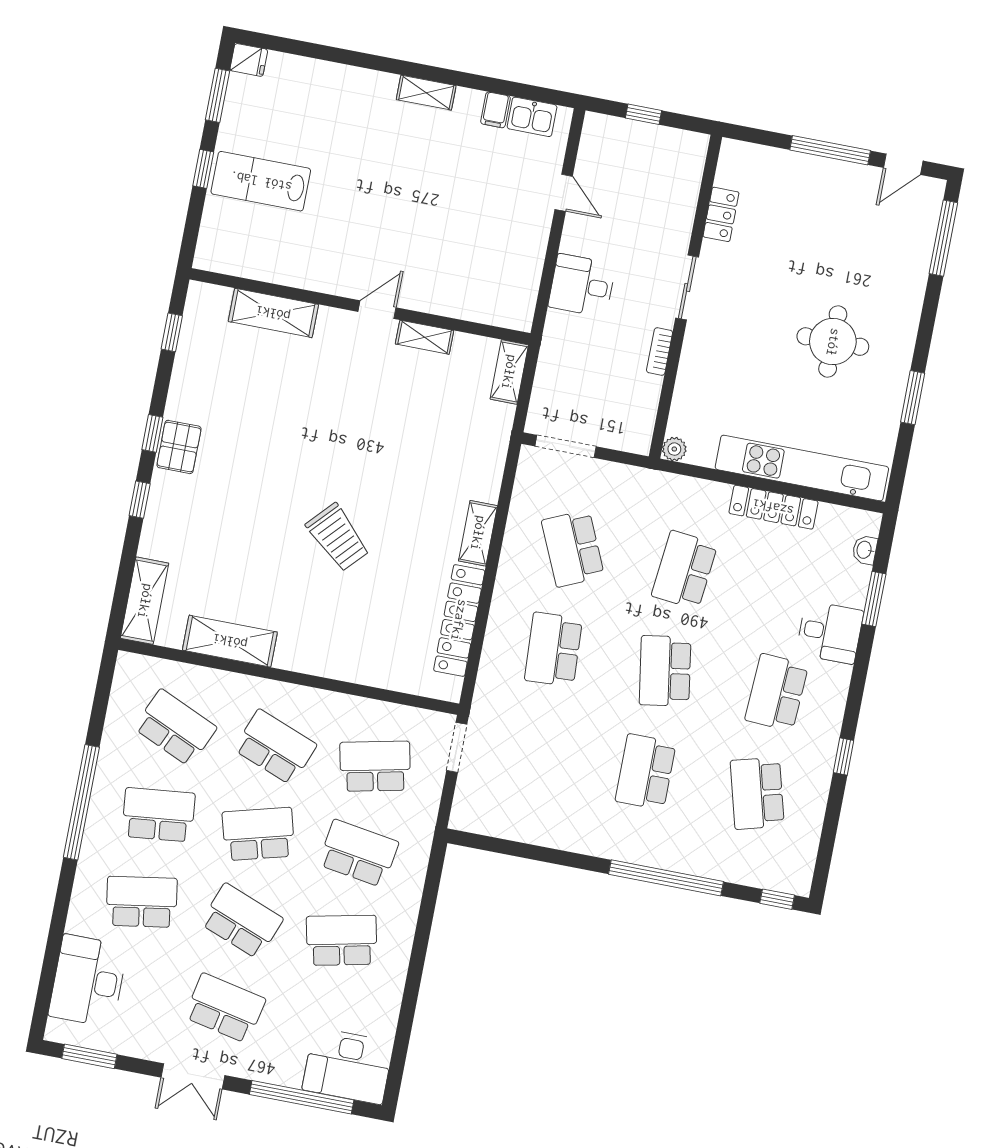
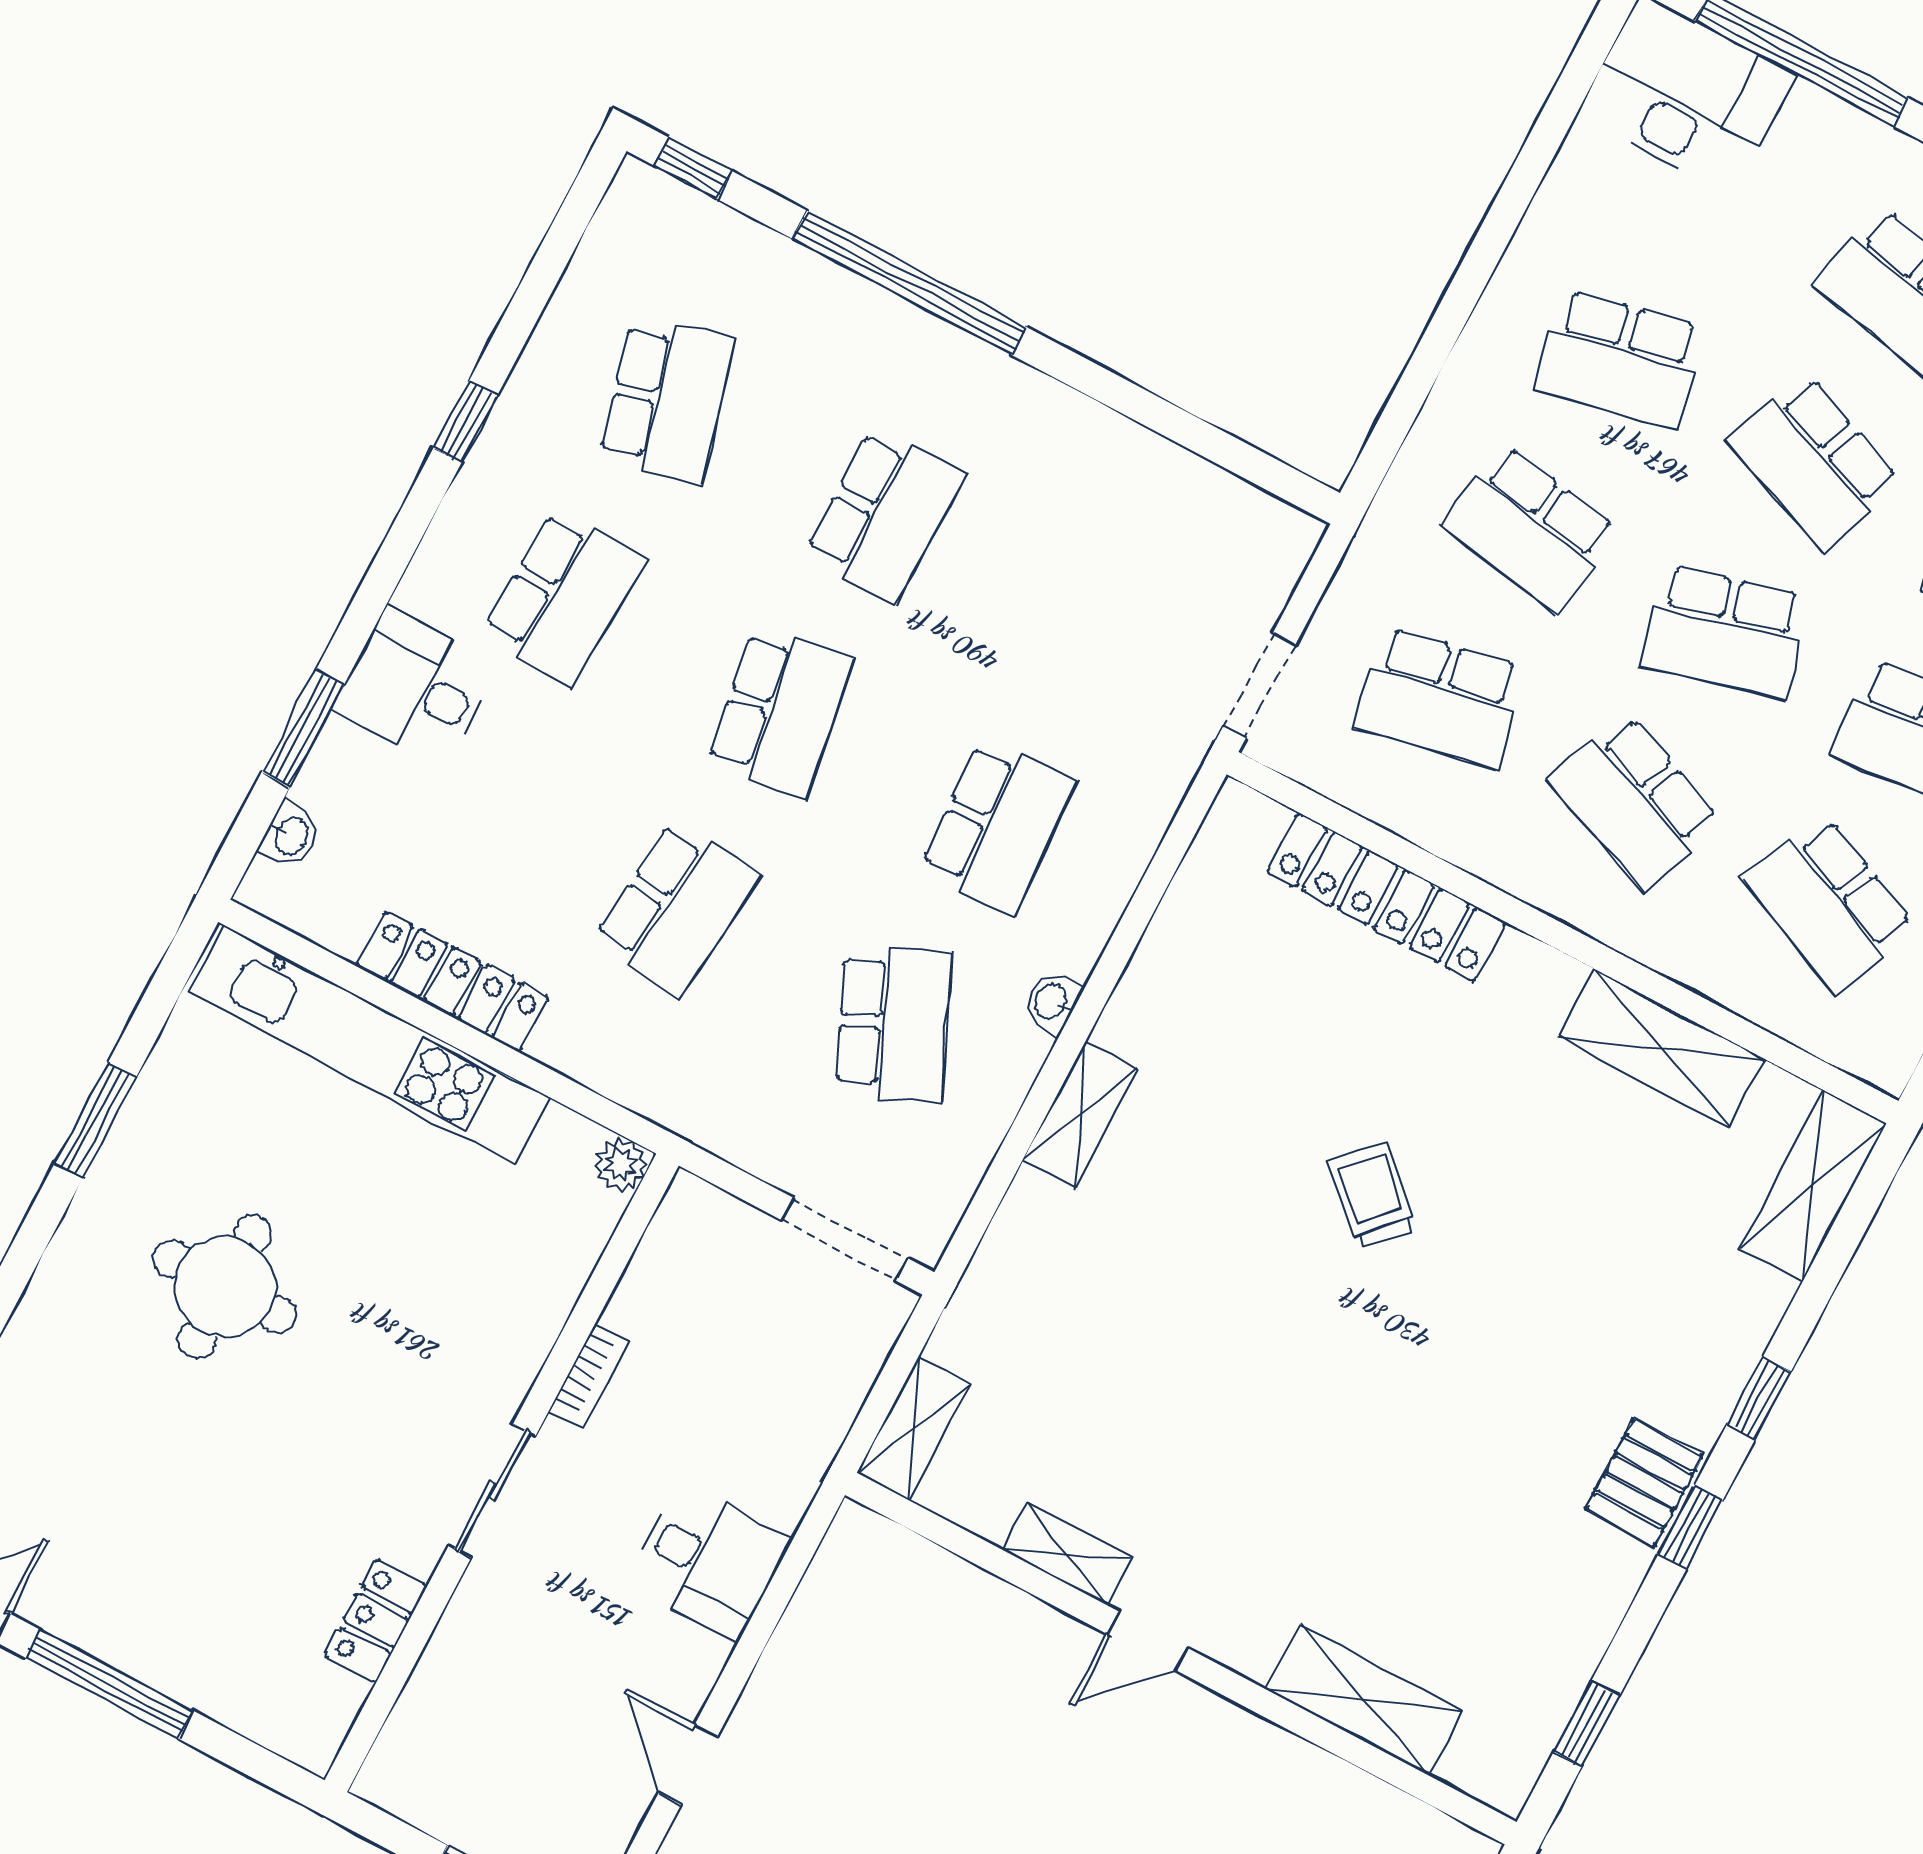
trolley: (338, 537) -> (1373, 1195), width x0.73, depth x0.72
washbasin: (506, 579) -> (1052, 1002), added
locker: (459, 620) -> (1386, 897), moved, turned 90

